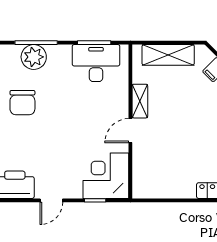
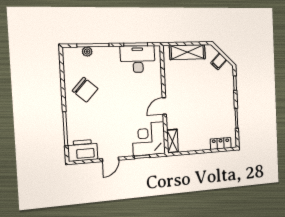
plant: (34, 57) -> (87, 52), width x0.53, depth x0.53
shelving: (140, 101) -> (172, 141), moved
chair: (22, 103) -> (85, 90), turned -48

